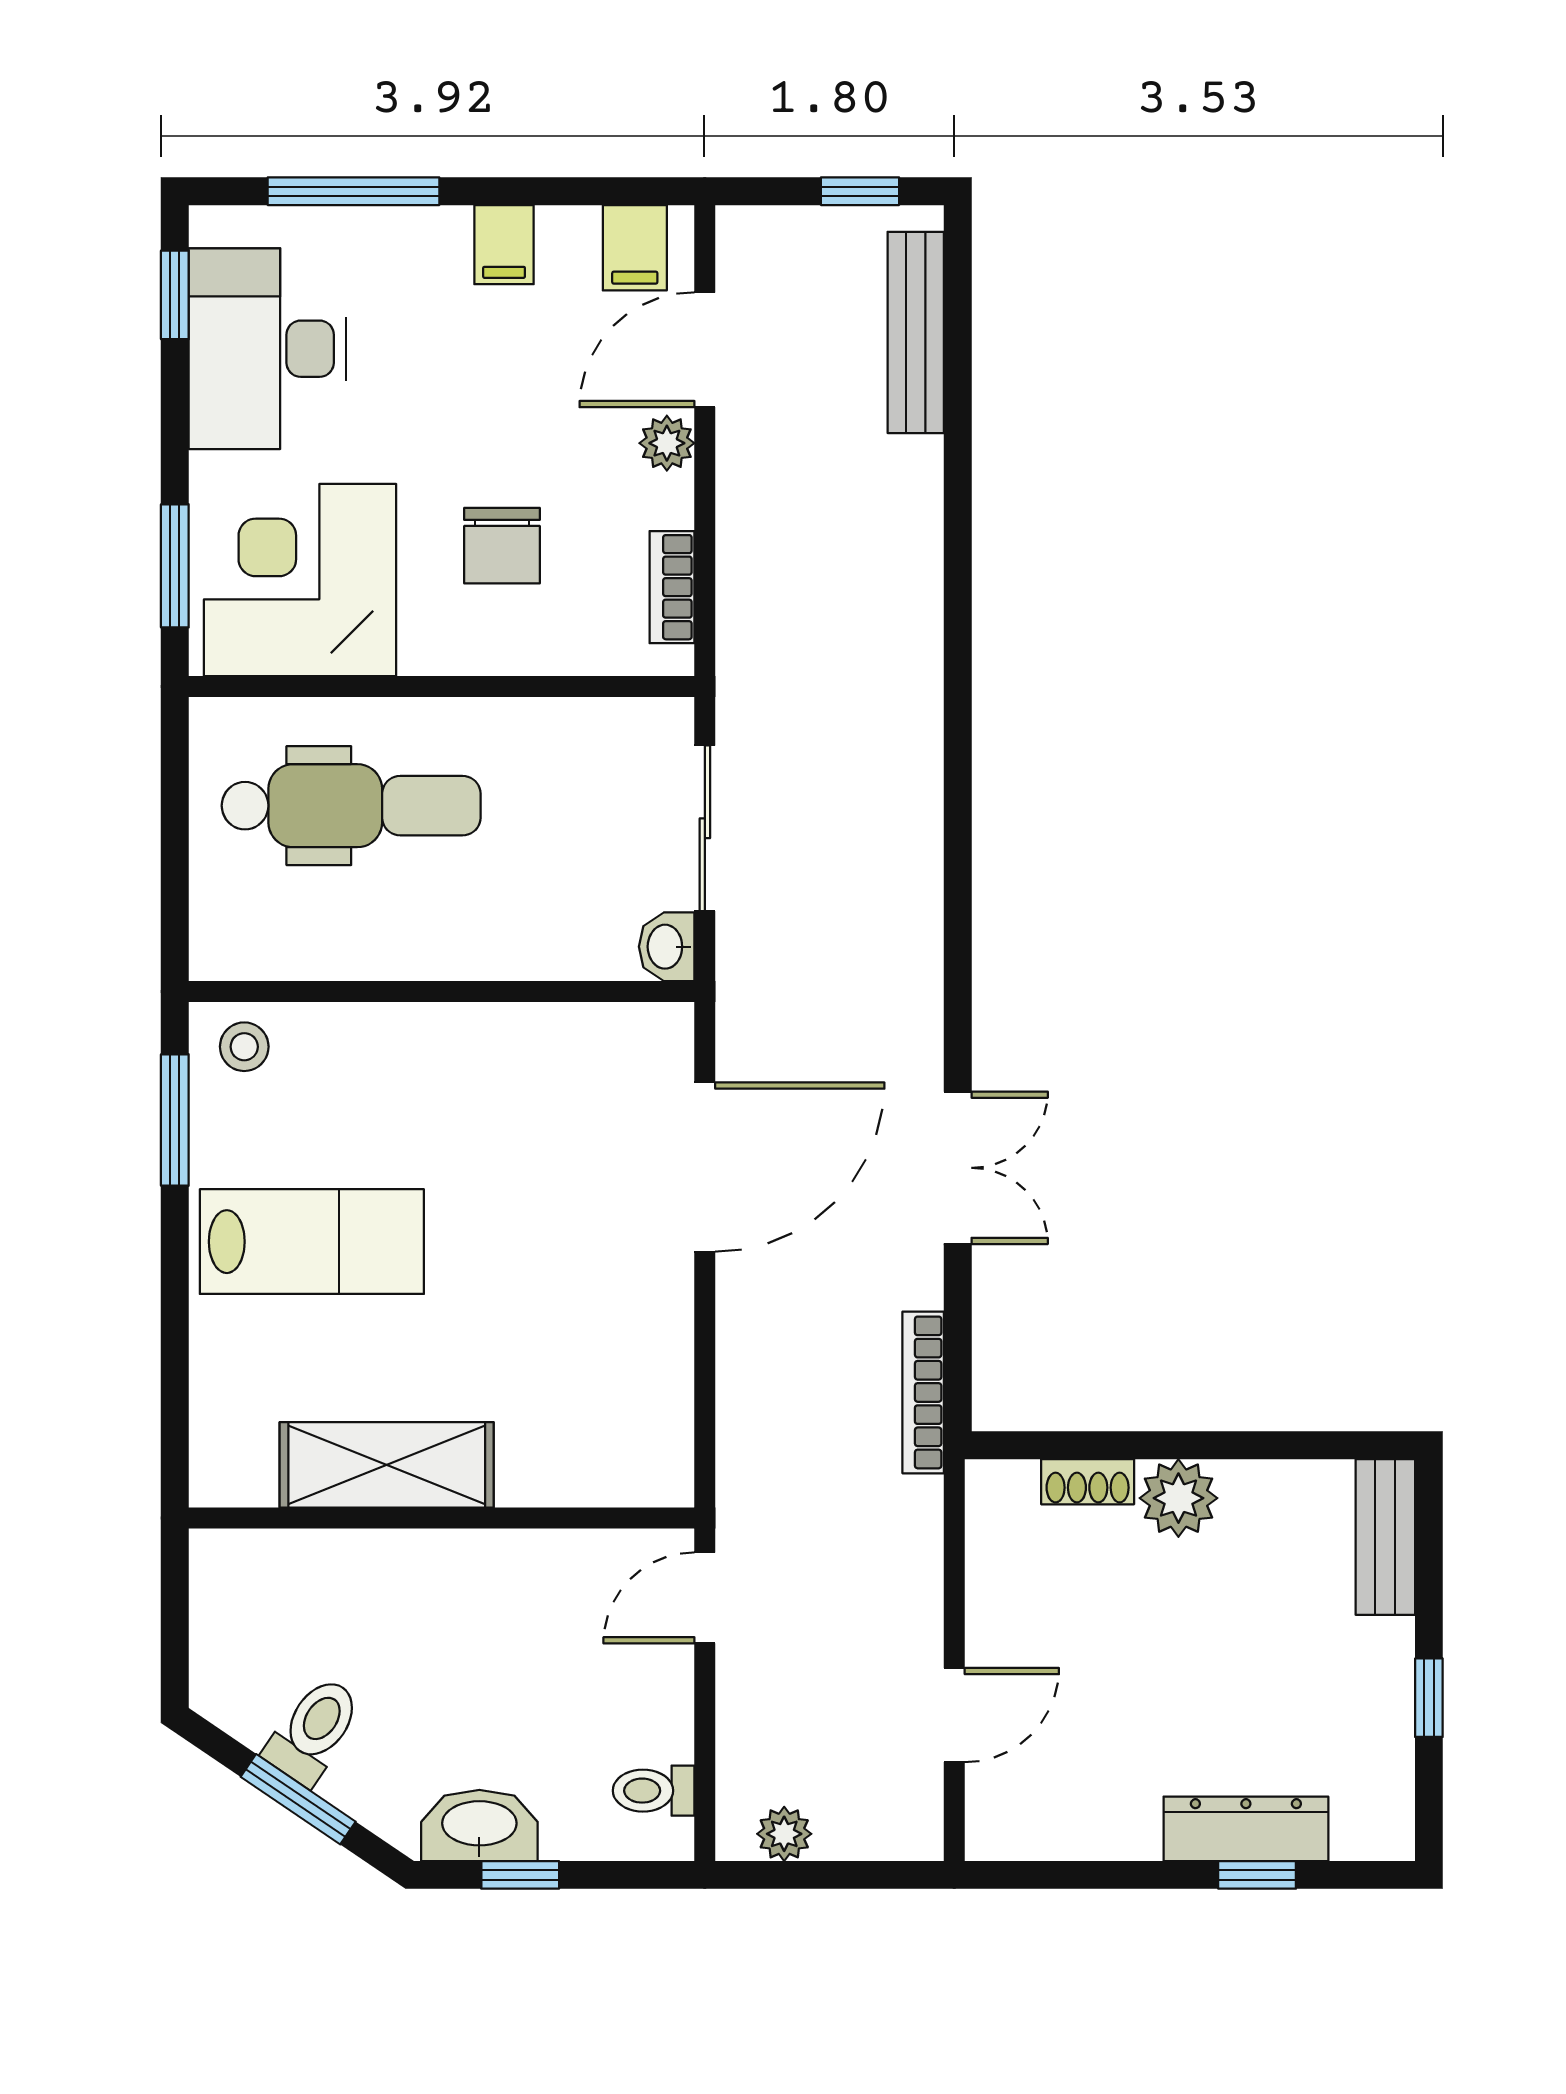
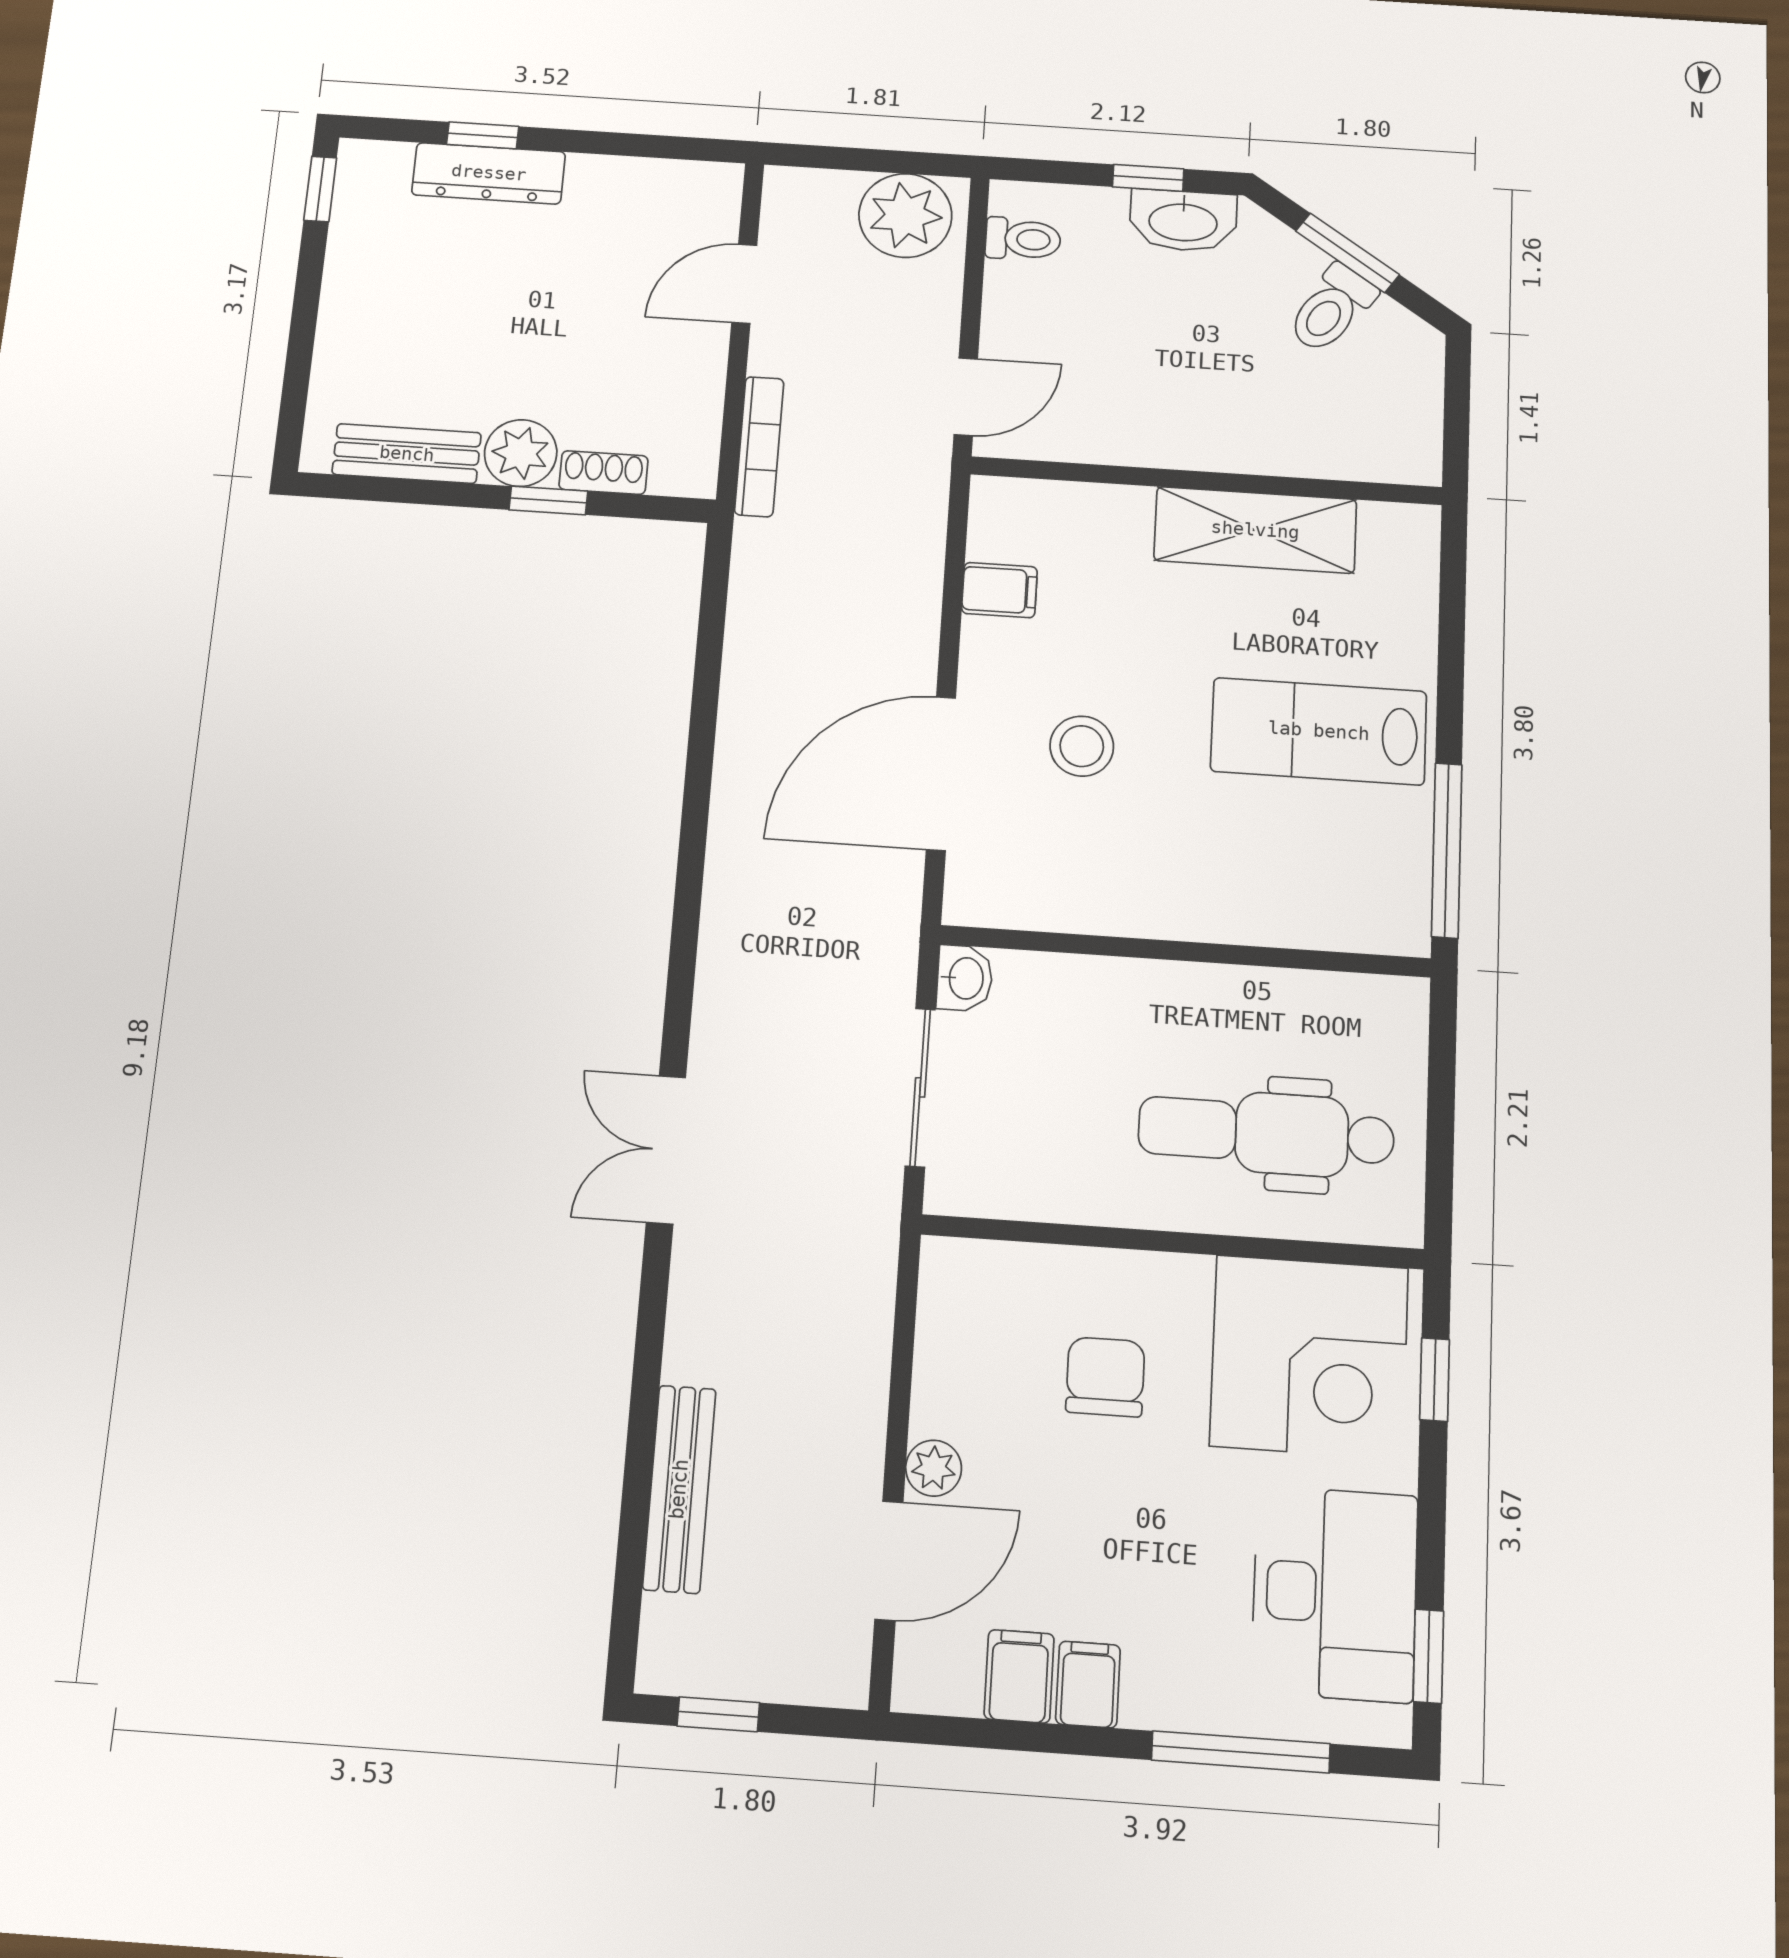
filing cabinet: (635, 248) -> (1019, 1676), moved
bench: (916, 332) -> (679, 1489), moved
window: (175, 566) -> (1435, 1380), width x0.67
bookcase: (672, 587) -> (938, 1324), removed
stool: (244, 1047) -> (1082, 746), moved, width x1.37, depth x1.37
window: (175, 1120) -> (1447, 850), width x1.44
double door: (958, 1168) -> (666, 1150), moved
filing cabinet: (656, 1377) -> (999, 590), added
bookcase: (923, 1392) -> (759, 446), moved
window: (1144, 1445) -> (548, 500), added
bench: (1385, 1537) -> (407, 454), moved, turned 90
window: (1429, 1698) -> (320, 189), moved
plant: (784, 1834) -> (905, 216), width x1.88, depth x1.88

